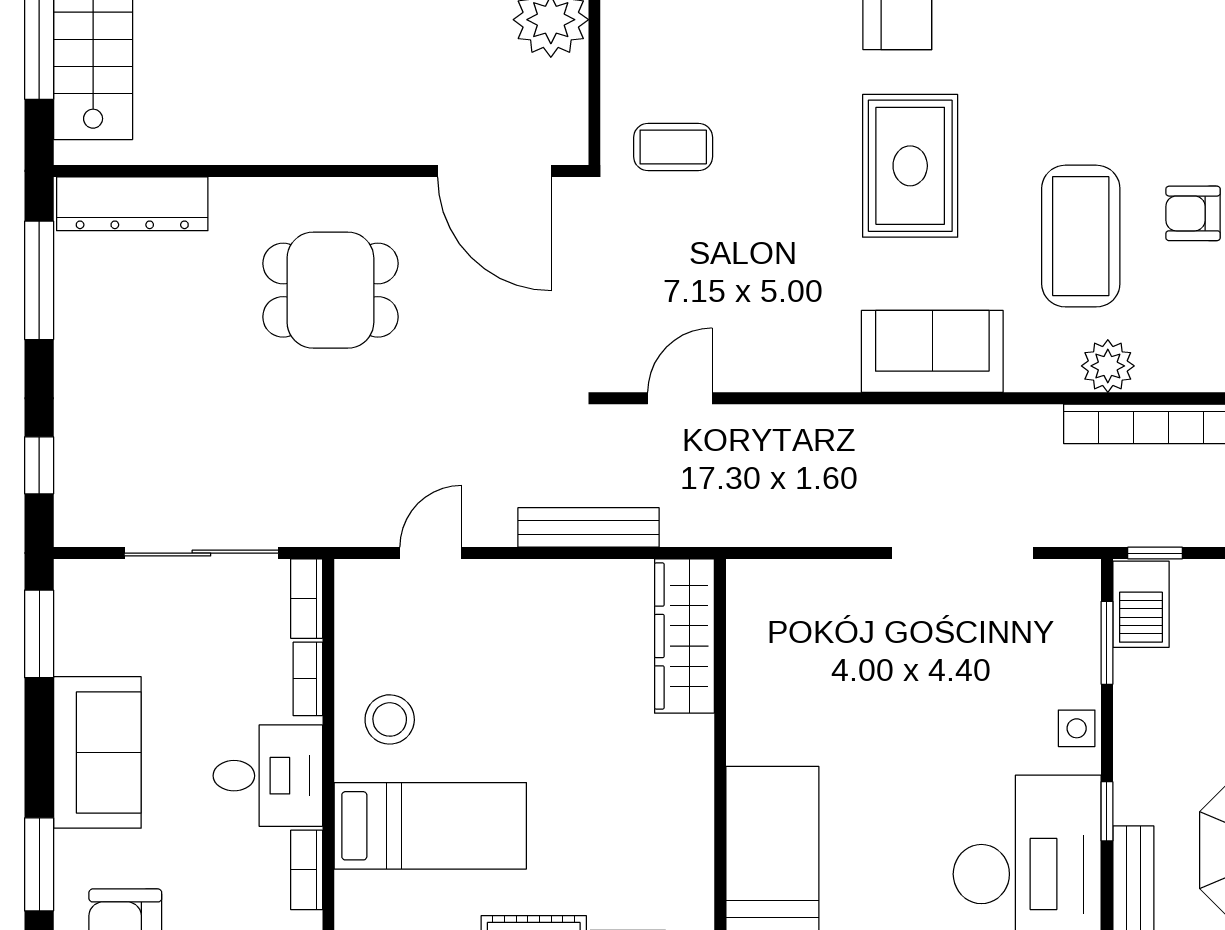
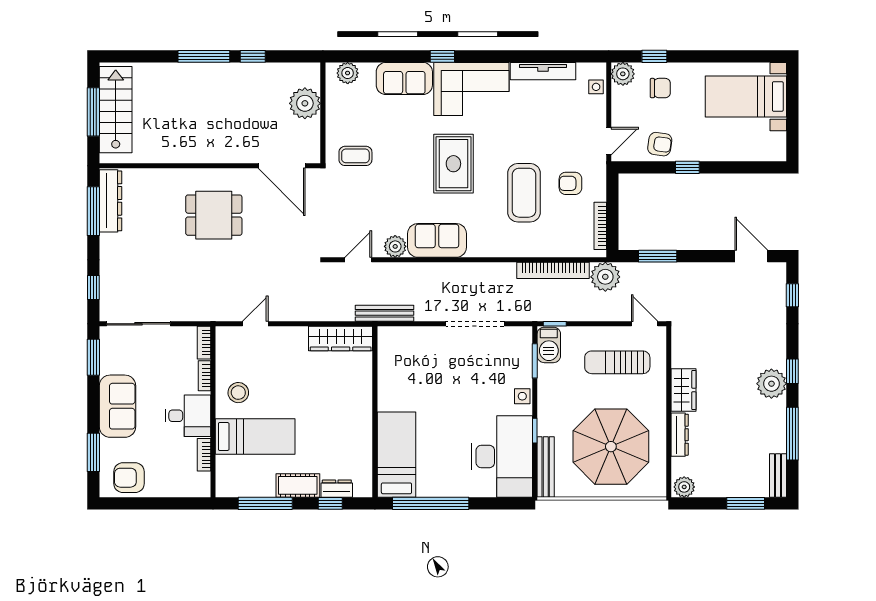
dresser: (132, 204) -> (111, 201), moved, turned -90
sofa: (932, 351) -> (437, 240), moved
plant: (1108, 366) -> (395, 246), moved
bench: (589, 527) -> (384, 313), moved
sliding door: (201, 553) -> (138, 324), moved
wardrobe: (684, 636) -> (341, 338), moved, turned -90

